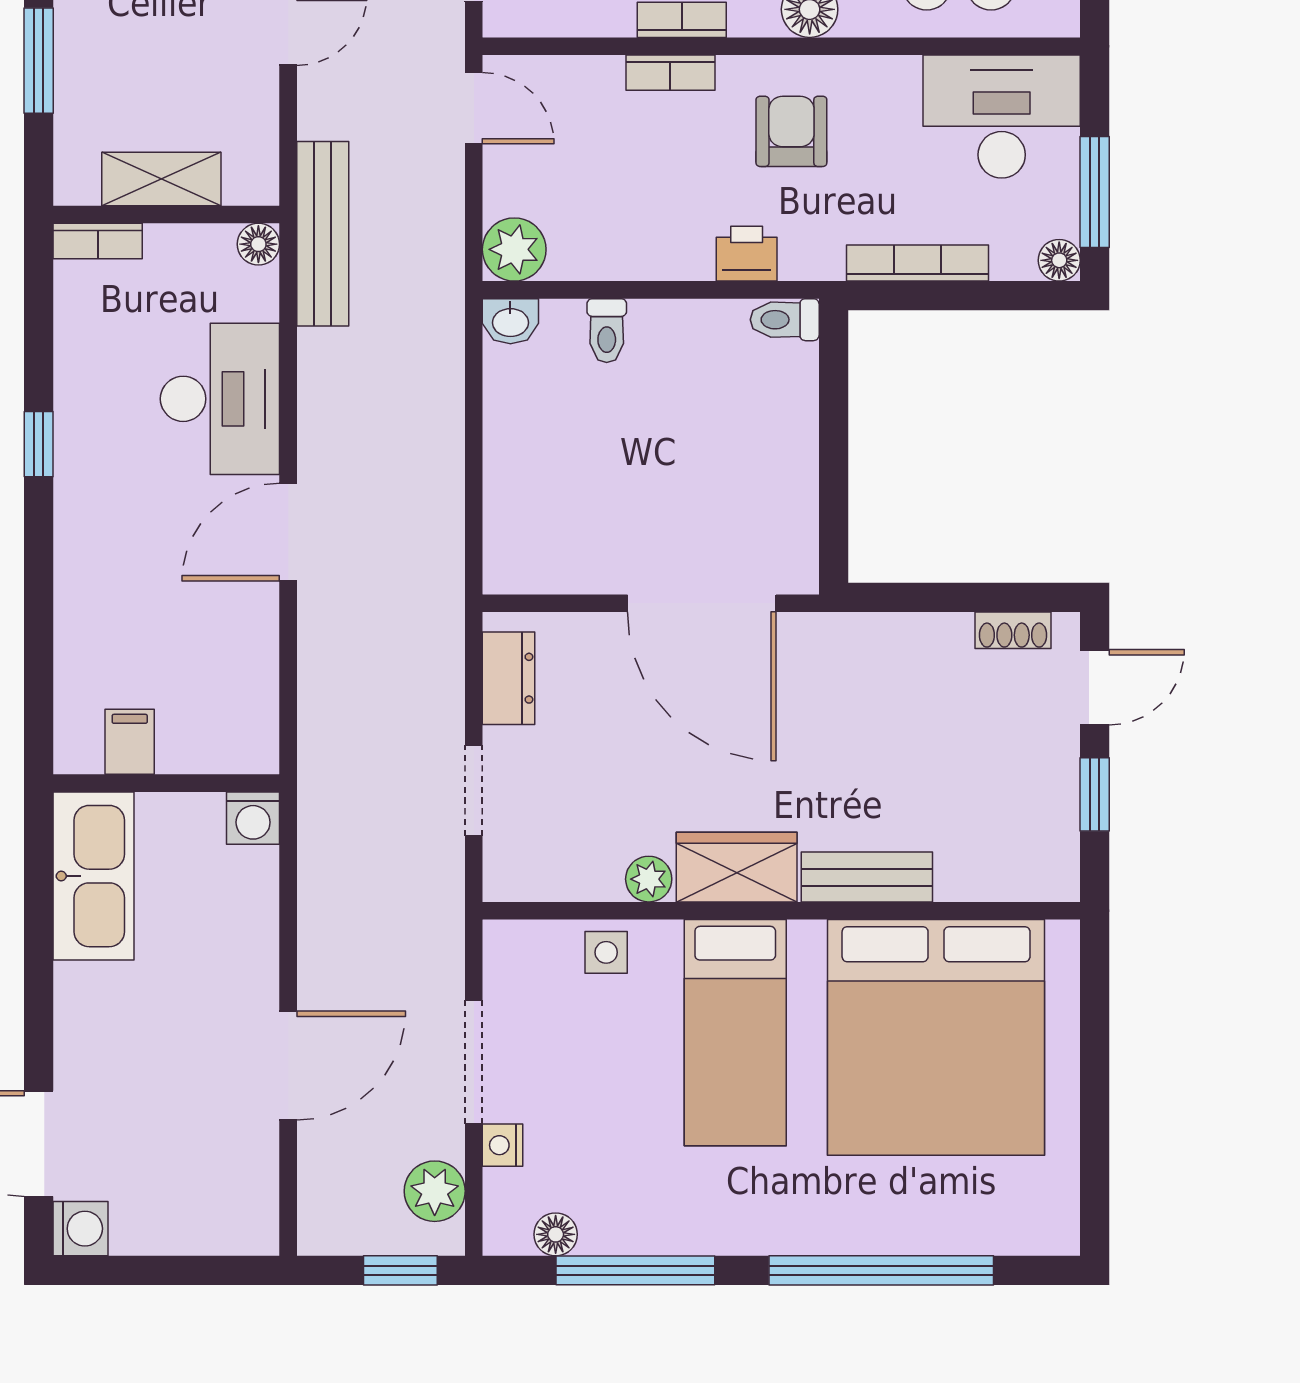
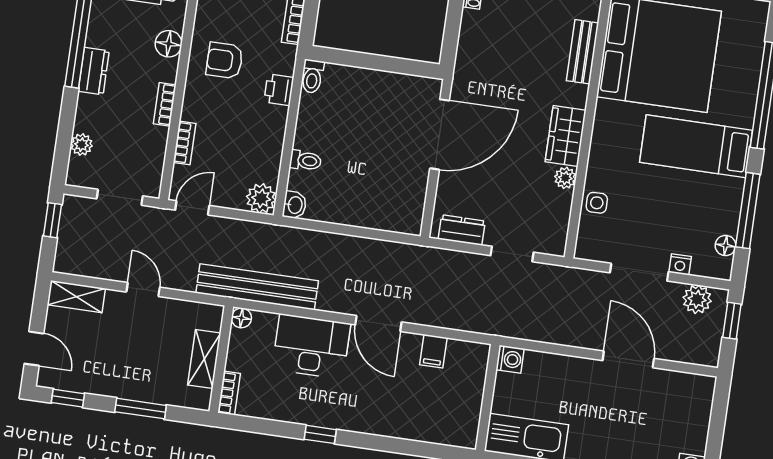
bookcase: (670, 73) -> (185, 143), moved
bench: (323, 234) -> (257, 287), width x1.37, depth x1.21
filing cabinet: (130, 742) -> (433, 351), moved, turned -90
bench: (867, 877) -> (582, 52), moved
bed: (735, 1033) -> (696, 146), moved, turned 180

